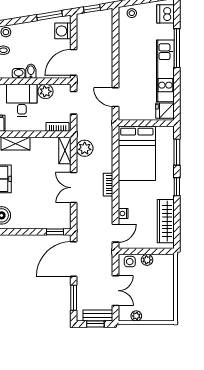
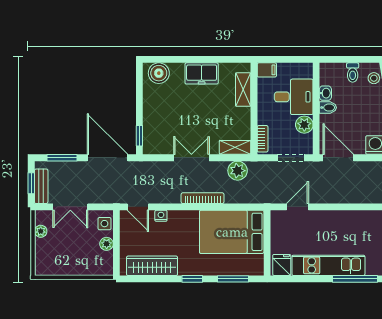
bookcase: (108, 185) -> (203, 198), width x1.56

